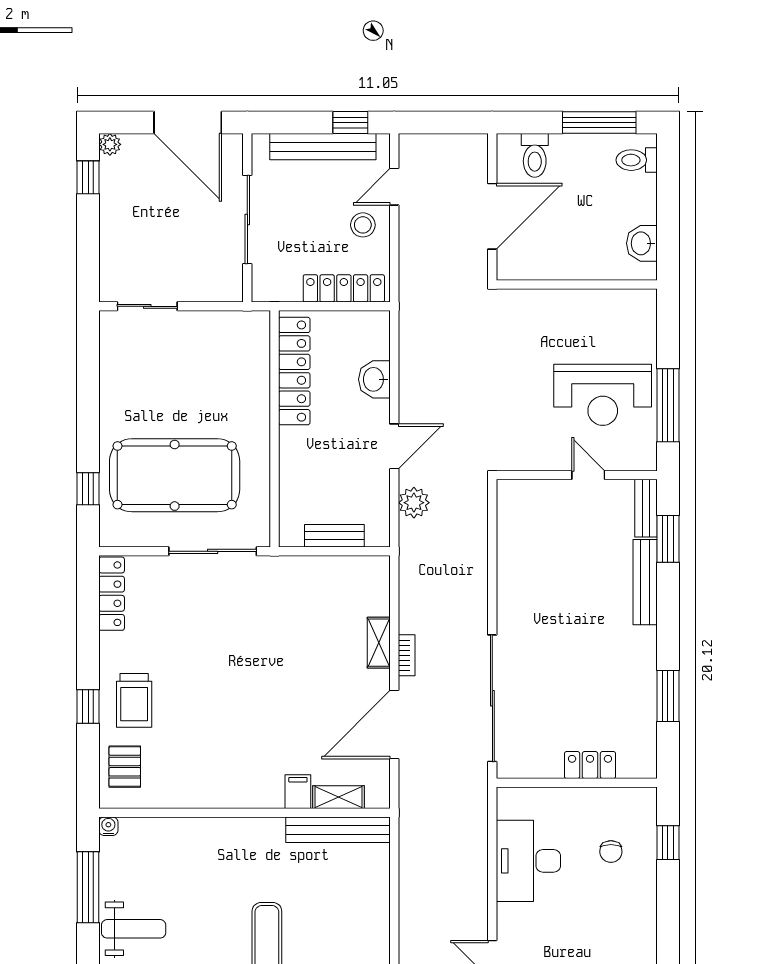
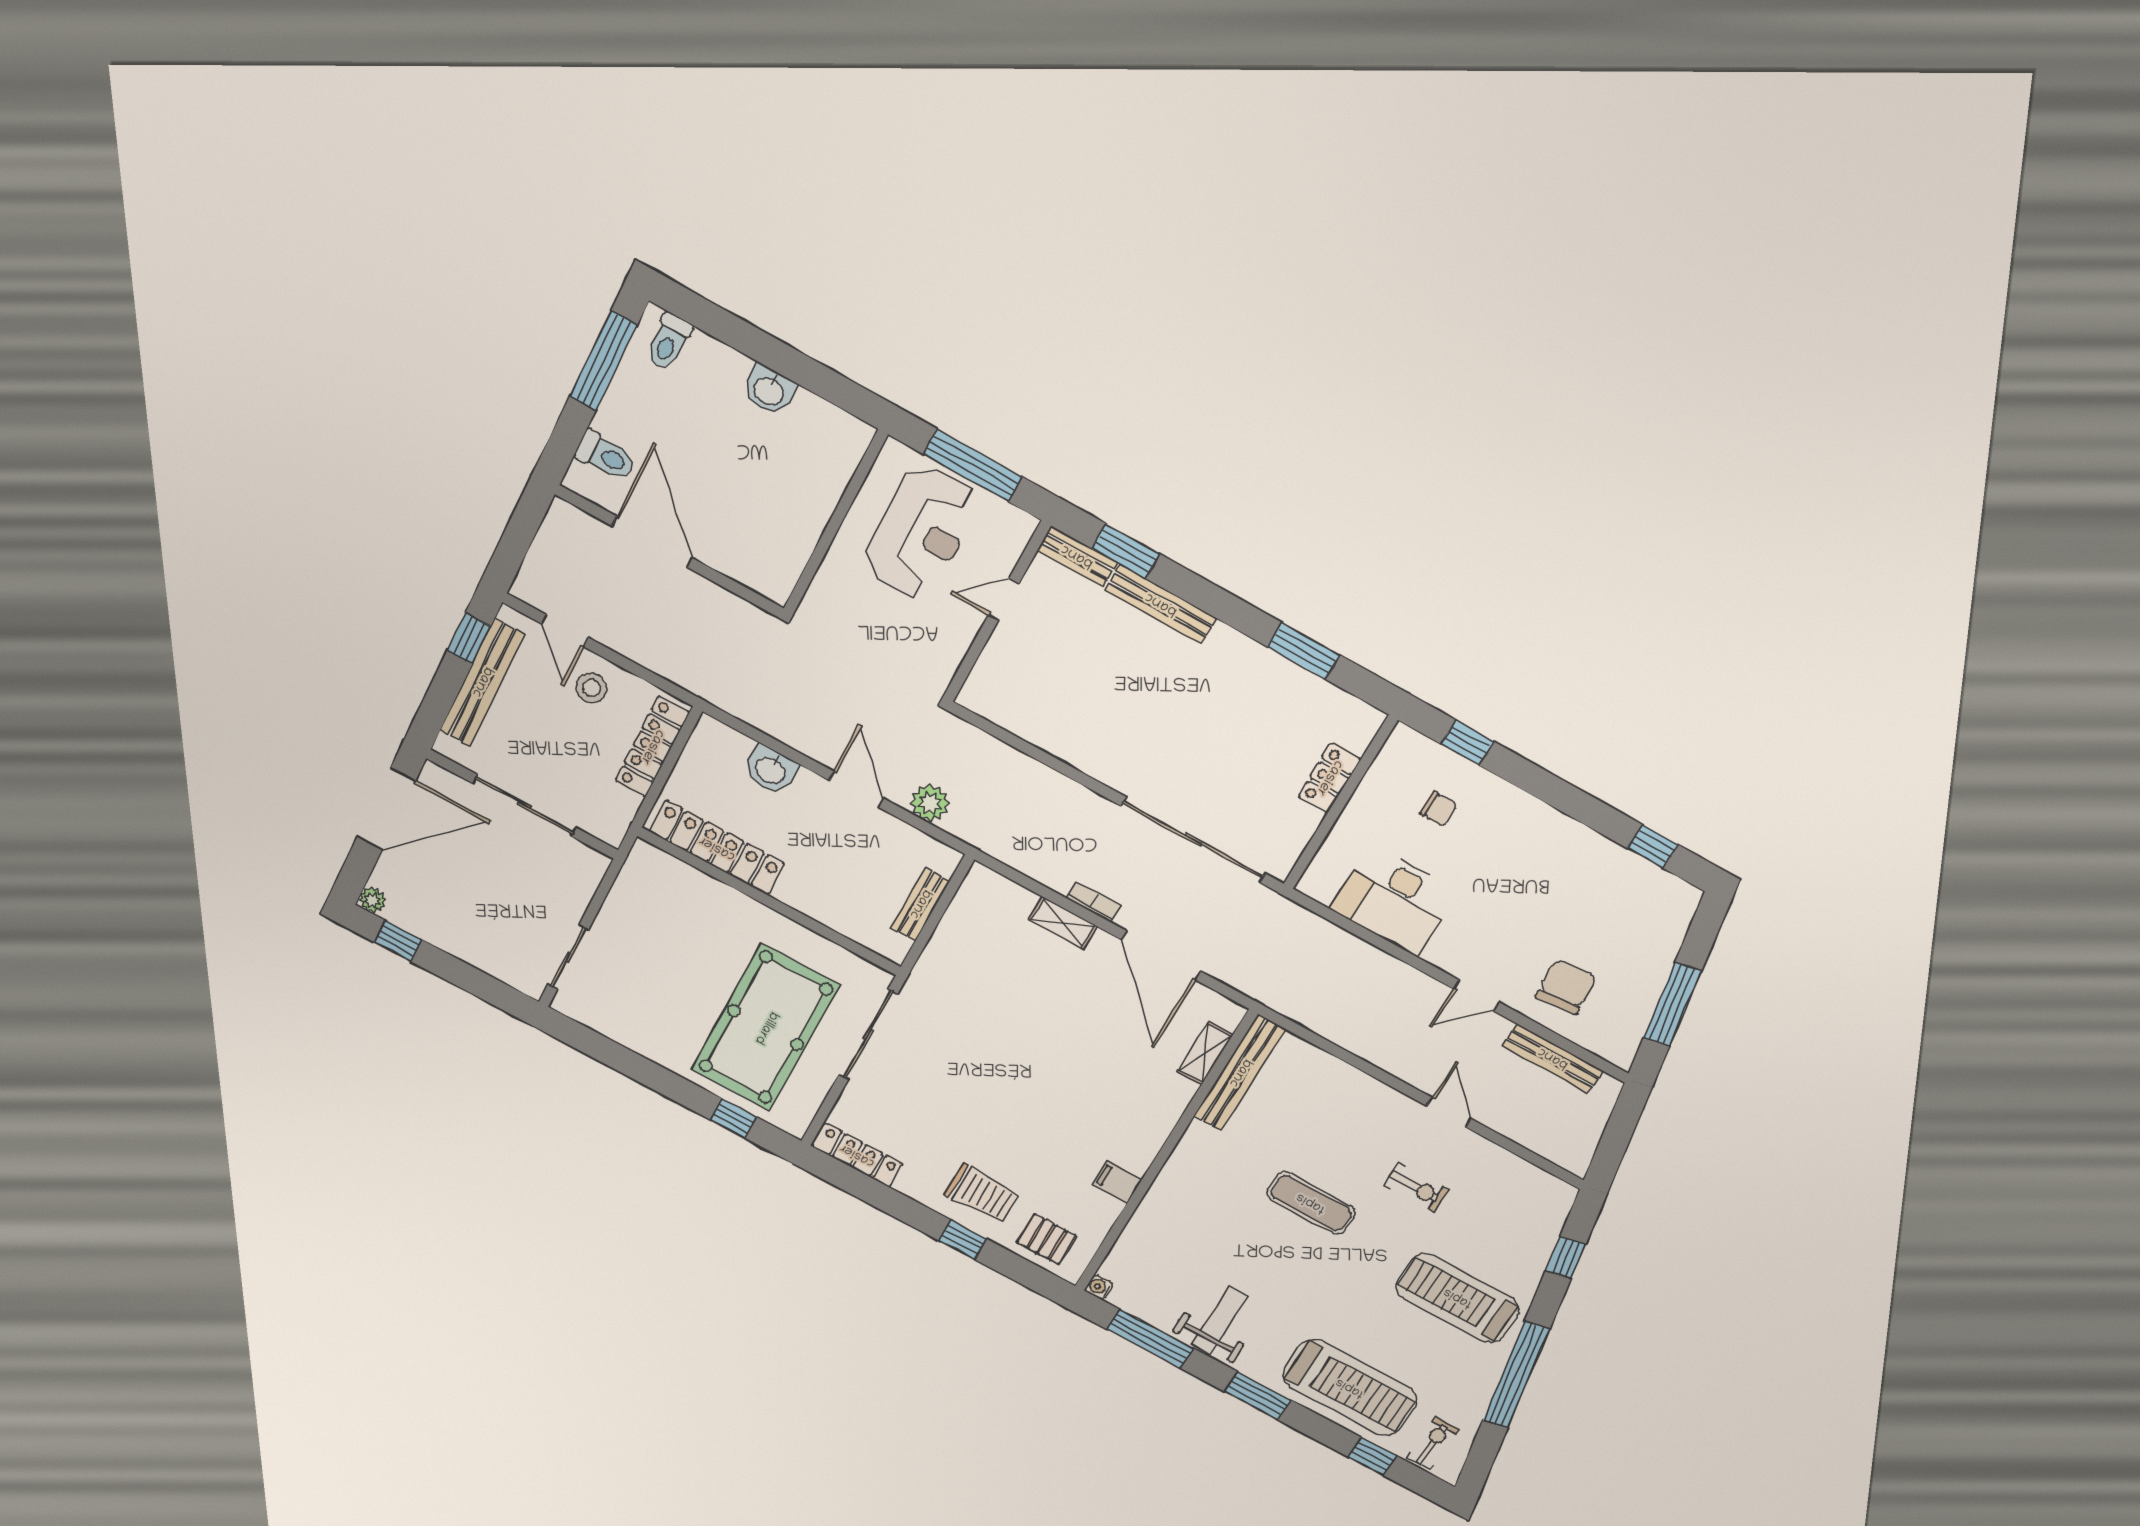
wall: (577, 285) -> (835, 522), moved
filing cabinet: (298, 792) -> (1117, 1182), moved

